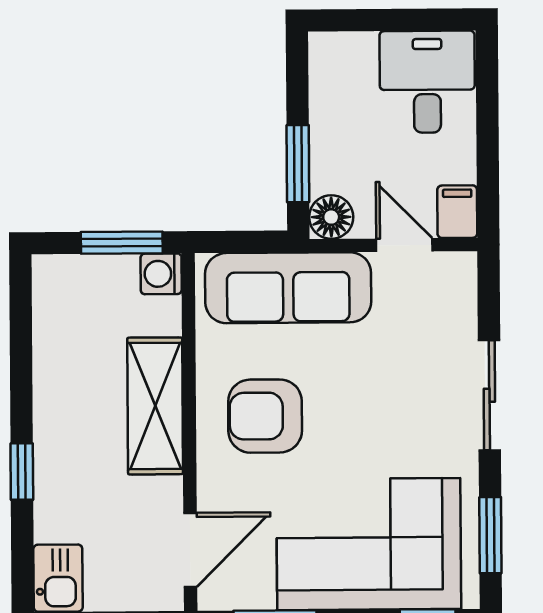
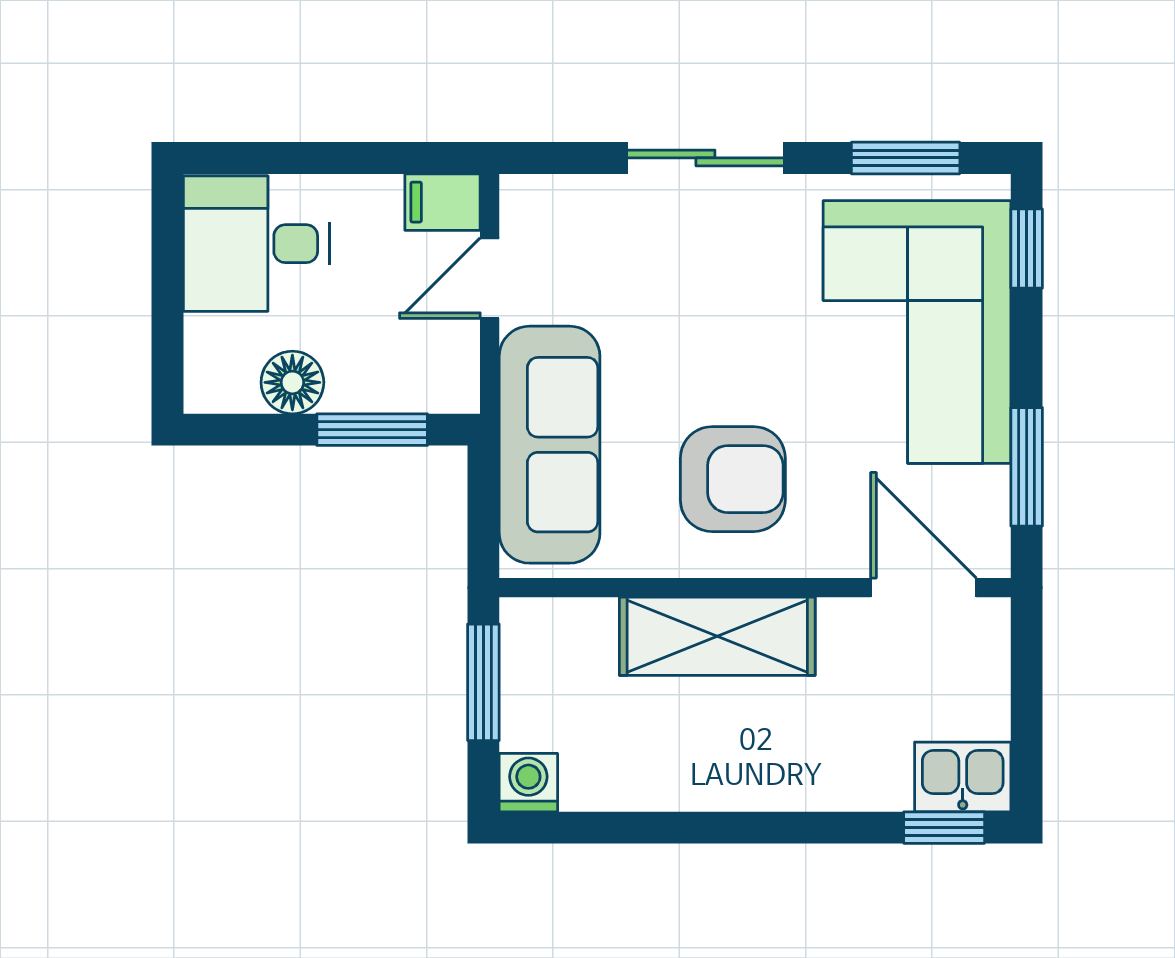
floor lamp: (331, 217) -> (292, 382), moved
washing machine: (161, 274) -> (528, 783), moved, turned 180
armchair: (265, 416) -> (733, 479), turned -90
window: (22, 472) -> (944, 828), moved

